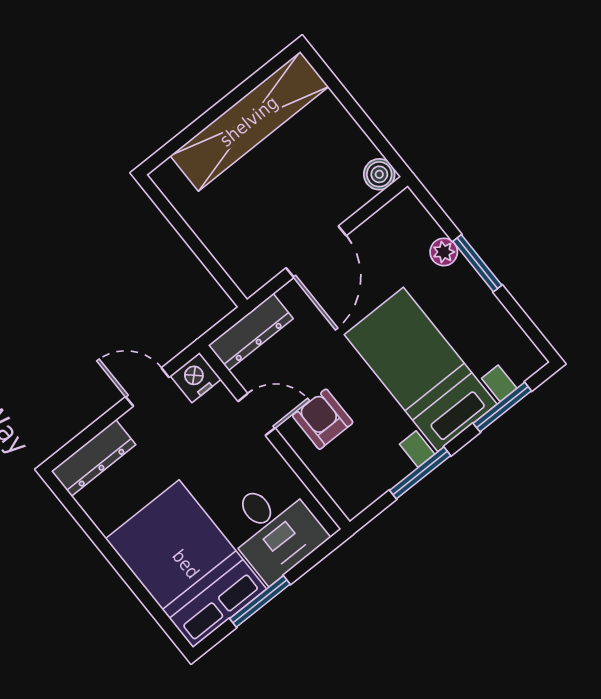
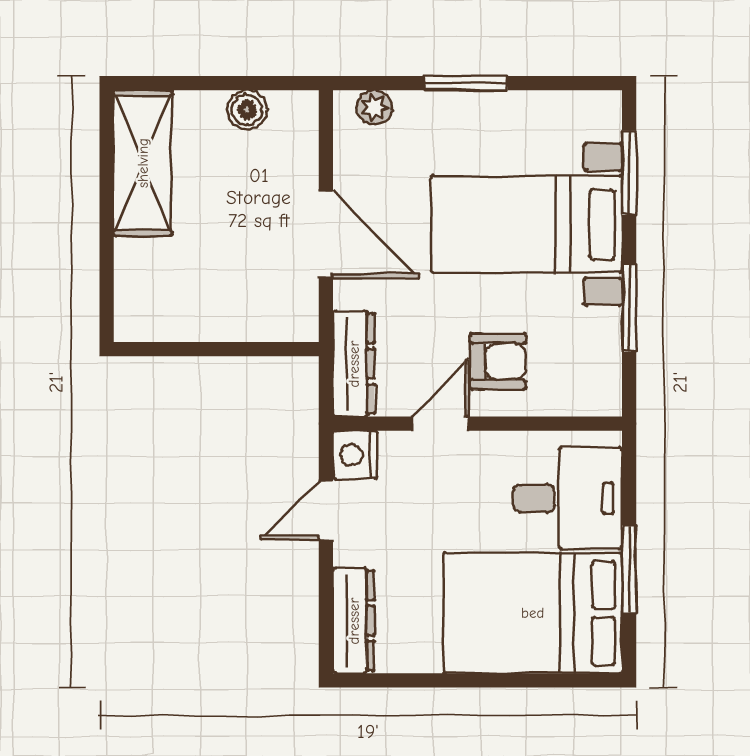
shelving: (249, 121) -> (143, 163), width x0.68
boiler: (379, 174) -> (247, 110), moved
plant: (444, 252) -> (374, 107), moved
armchair: (323, 419) -> (498, 361), turned 180

